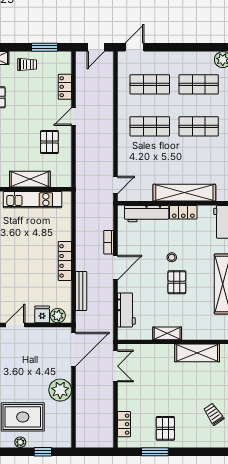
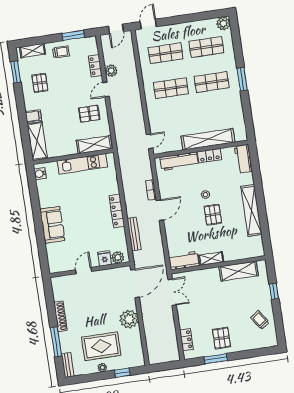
plant: (83, 95) -> (111, 71), added
pallet: (49, 142) -> (89, 114), turned 90
shelving: (30, 179) -> (94, 145), moved
workbench: (126, 310) -> (184, 261), moved, turned -90

